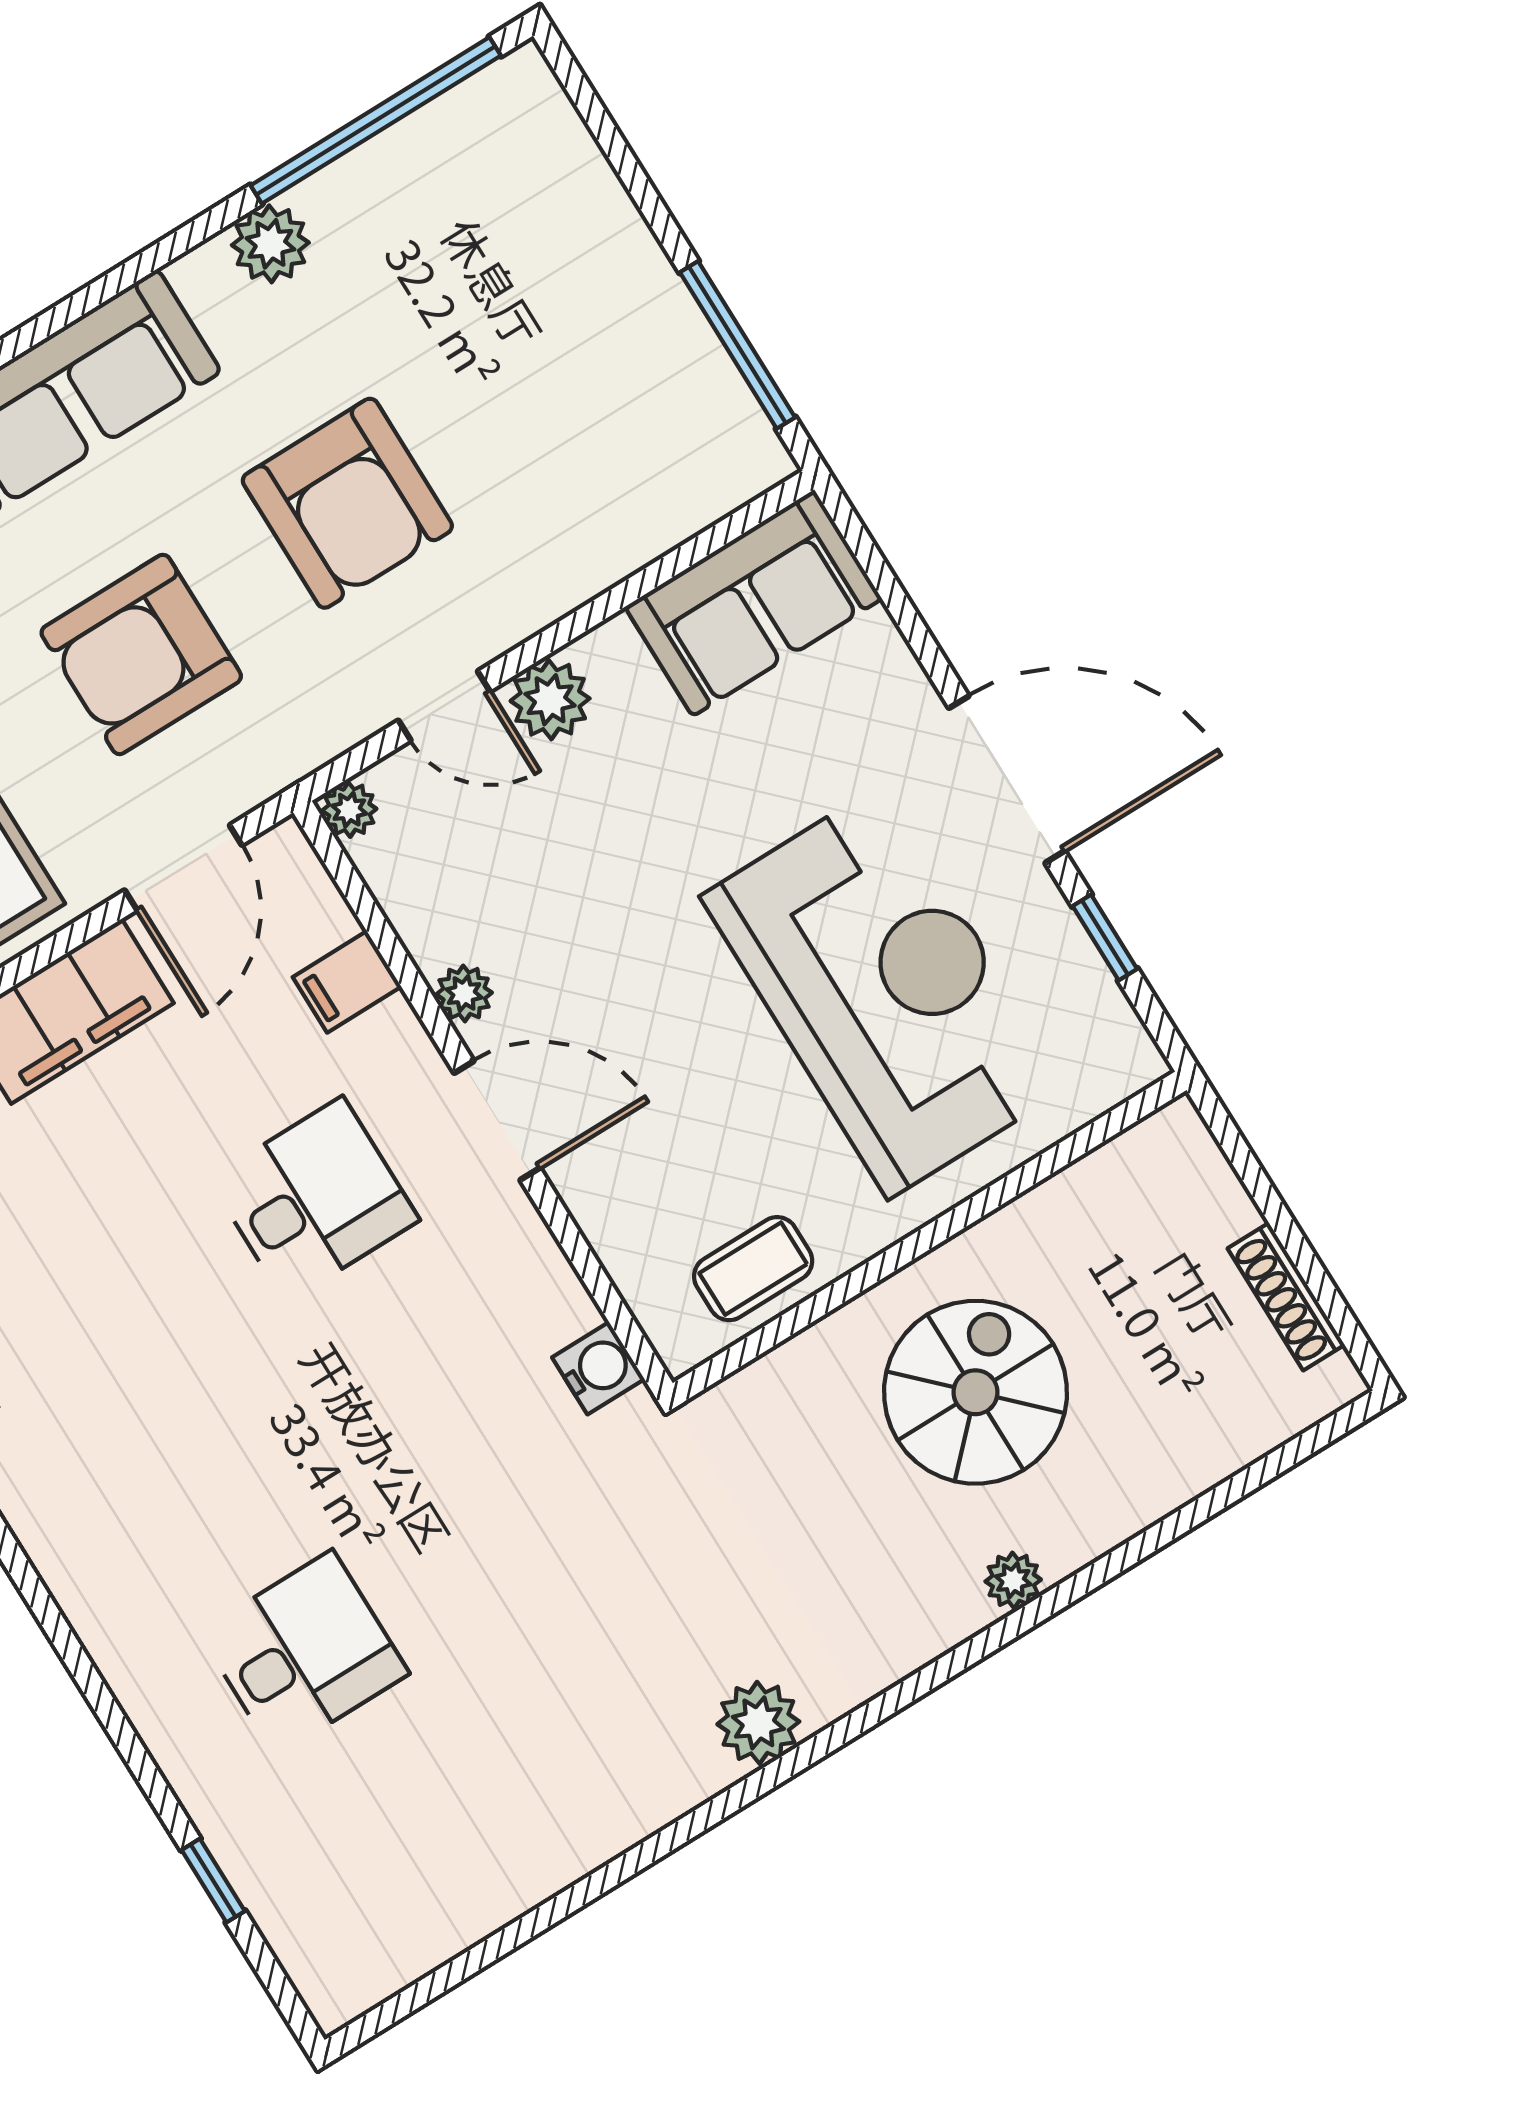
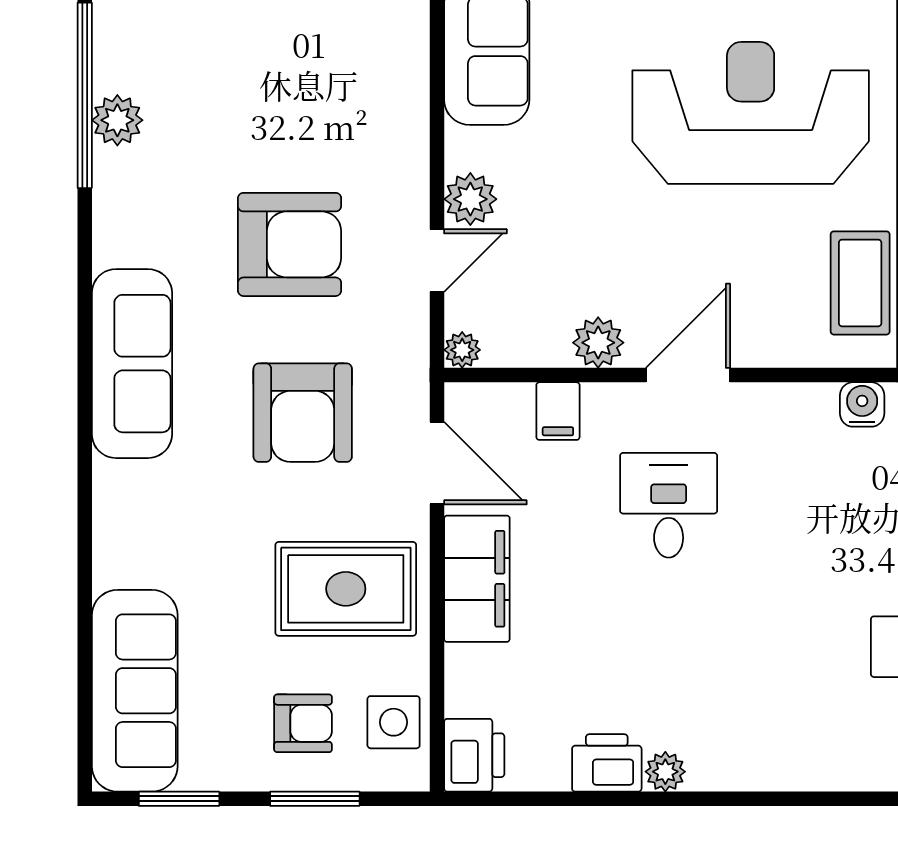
plant: (270, 244) -> (117, 120), moved
plant: (464, 993) -> (598, 343), width x1.38, depth x1.38
coffee table: (753, 1269) -> (860, 283), width x1.36, depth x1.30

